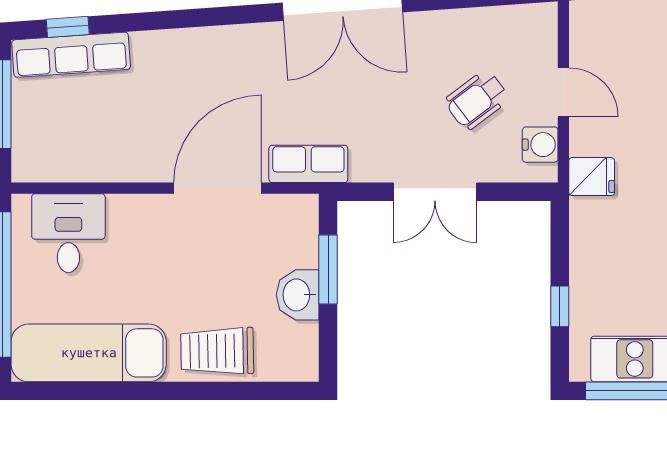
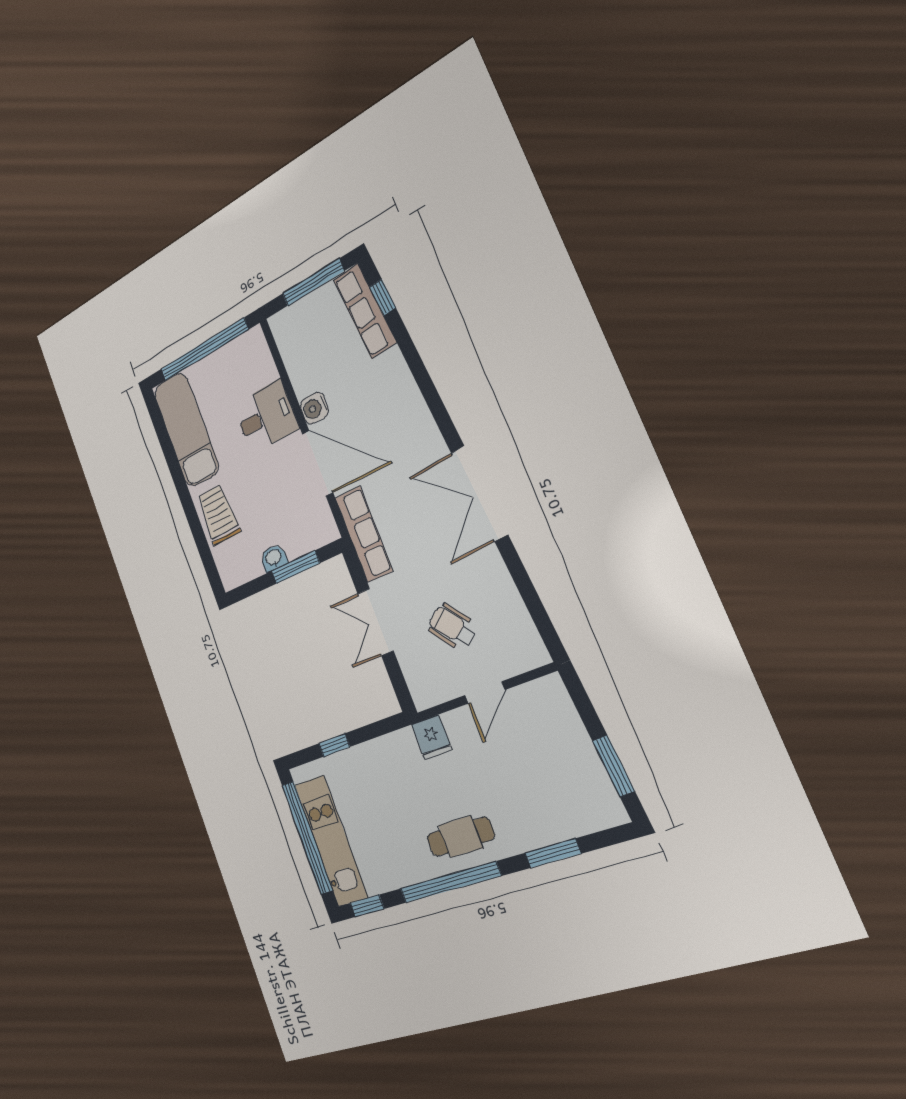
water cooler: (540, 145) -> (314, 408), moved, turned 90
row of seats: (308, 164) -> (364, 534), width x1.48
desk: (68, 233) -> (266, 417), moved
washbasin: (298, 295) -> (274, 558), width x0.72, depth x0.69

